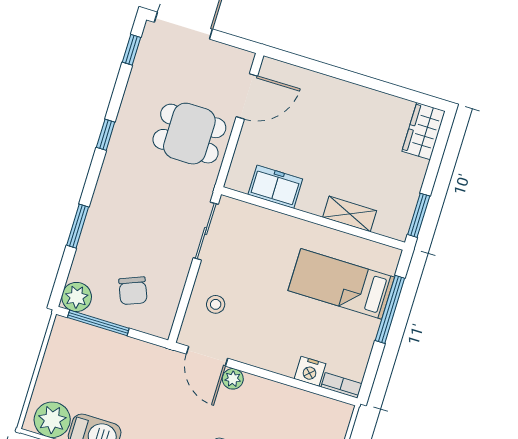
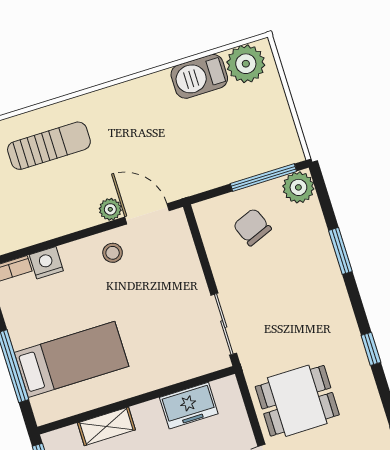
stool: (216, 304) -> (113, 253), moved

